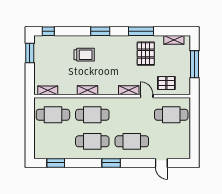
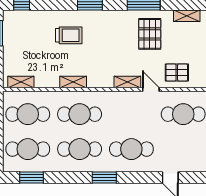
cafe table: (53, 141) -> (28, 149), added

